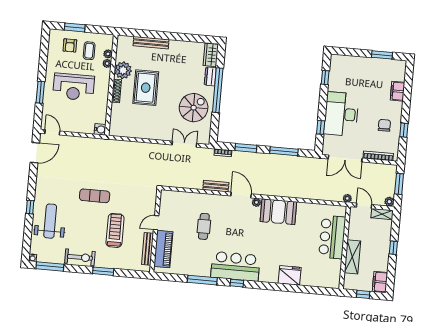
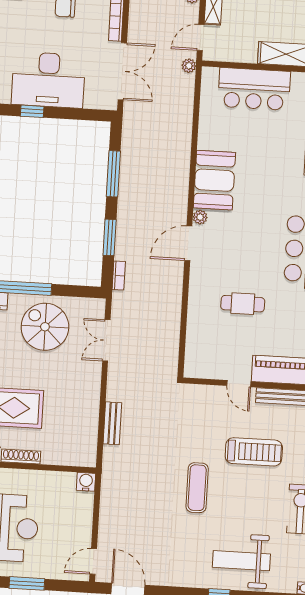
window: (321, 127) -> (32, 111), moved
bench: (216, 186) -> (112, 423), moved
treadmill: (115, 230) -> (254, 452), turned 180

